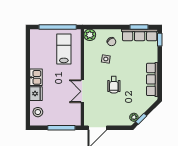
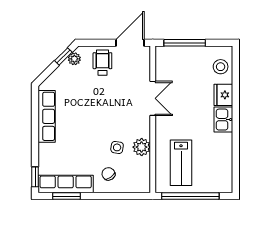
plant: (90, 35) -> (142, 147), moved
wheelchair: (114, 85) -> (102, 63), moved

